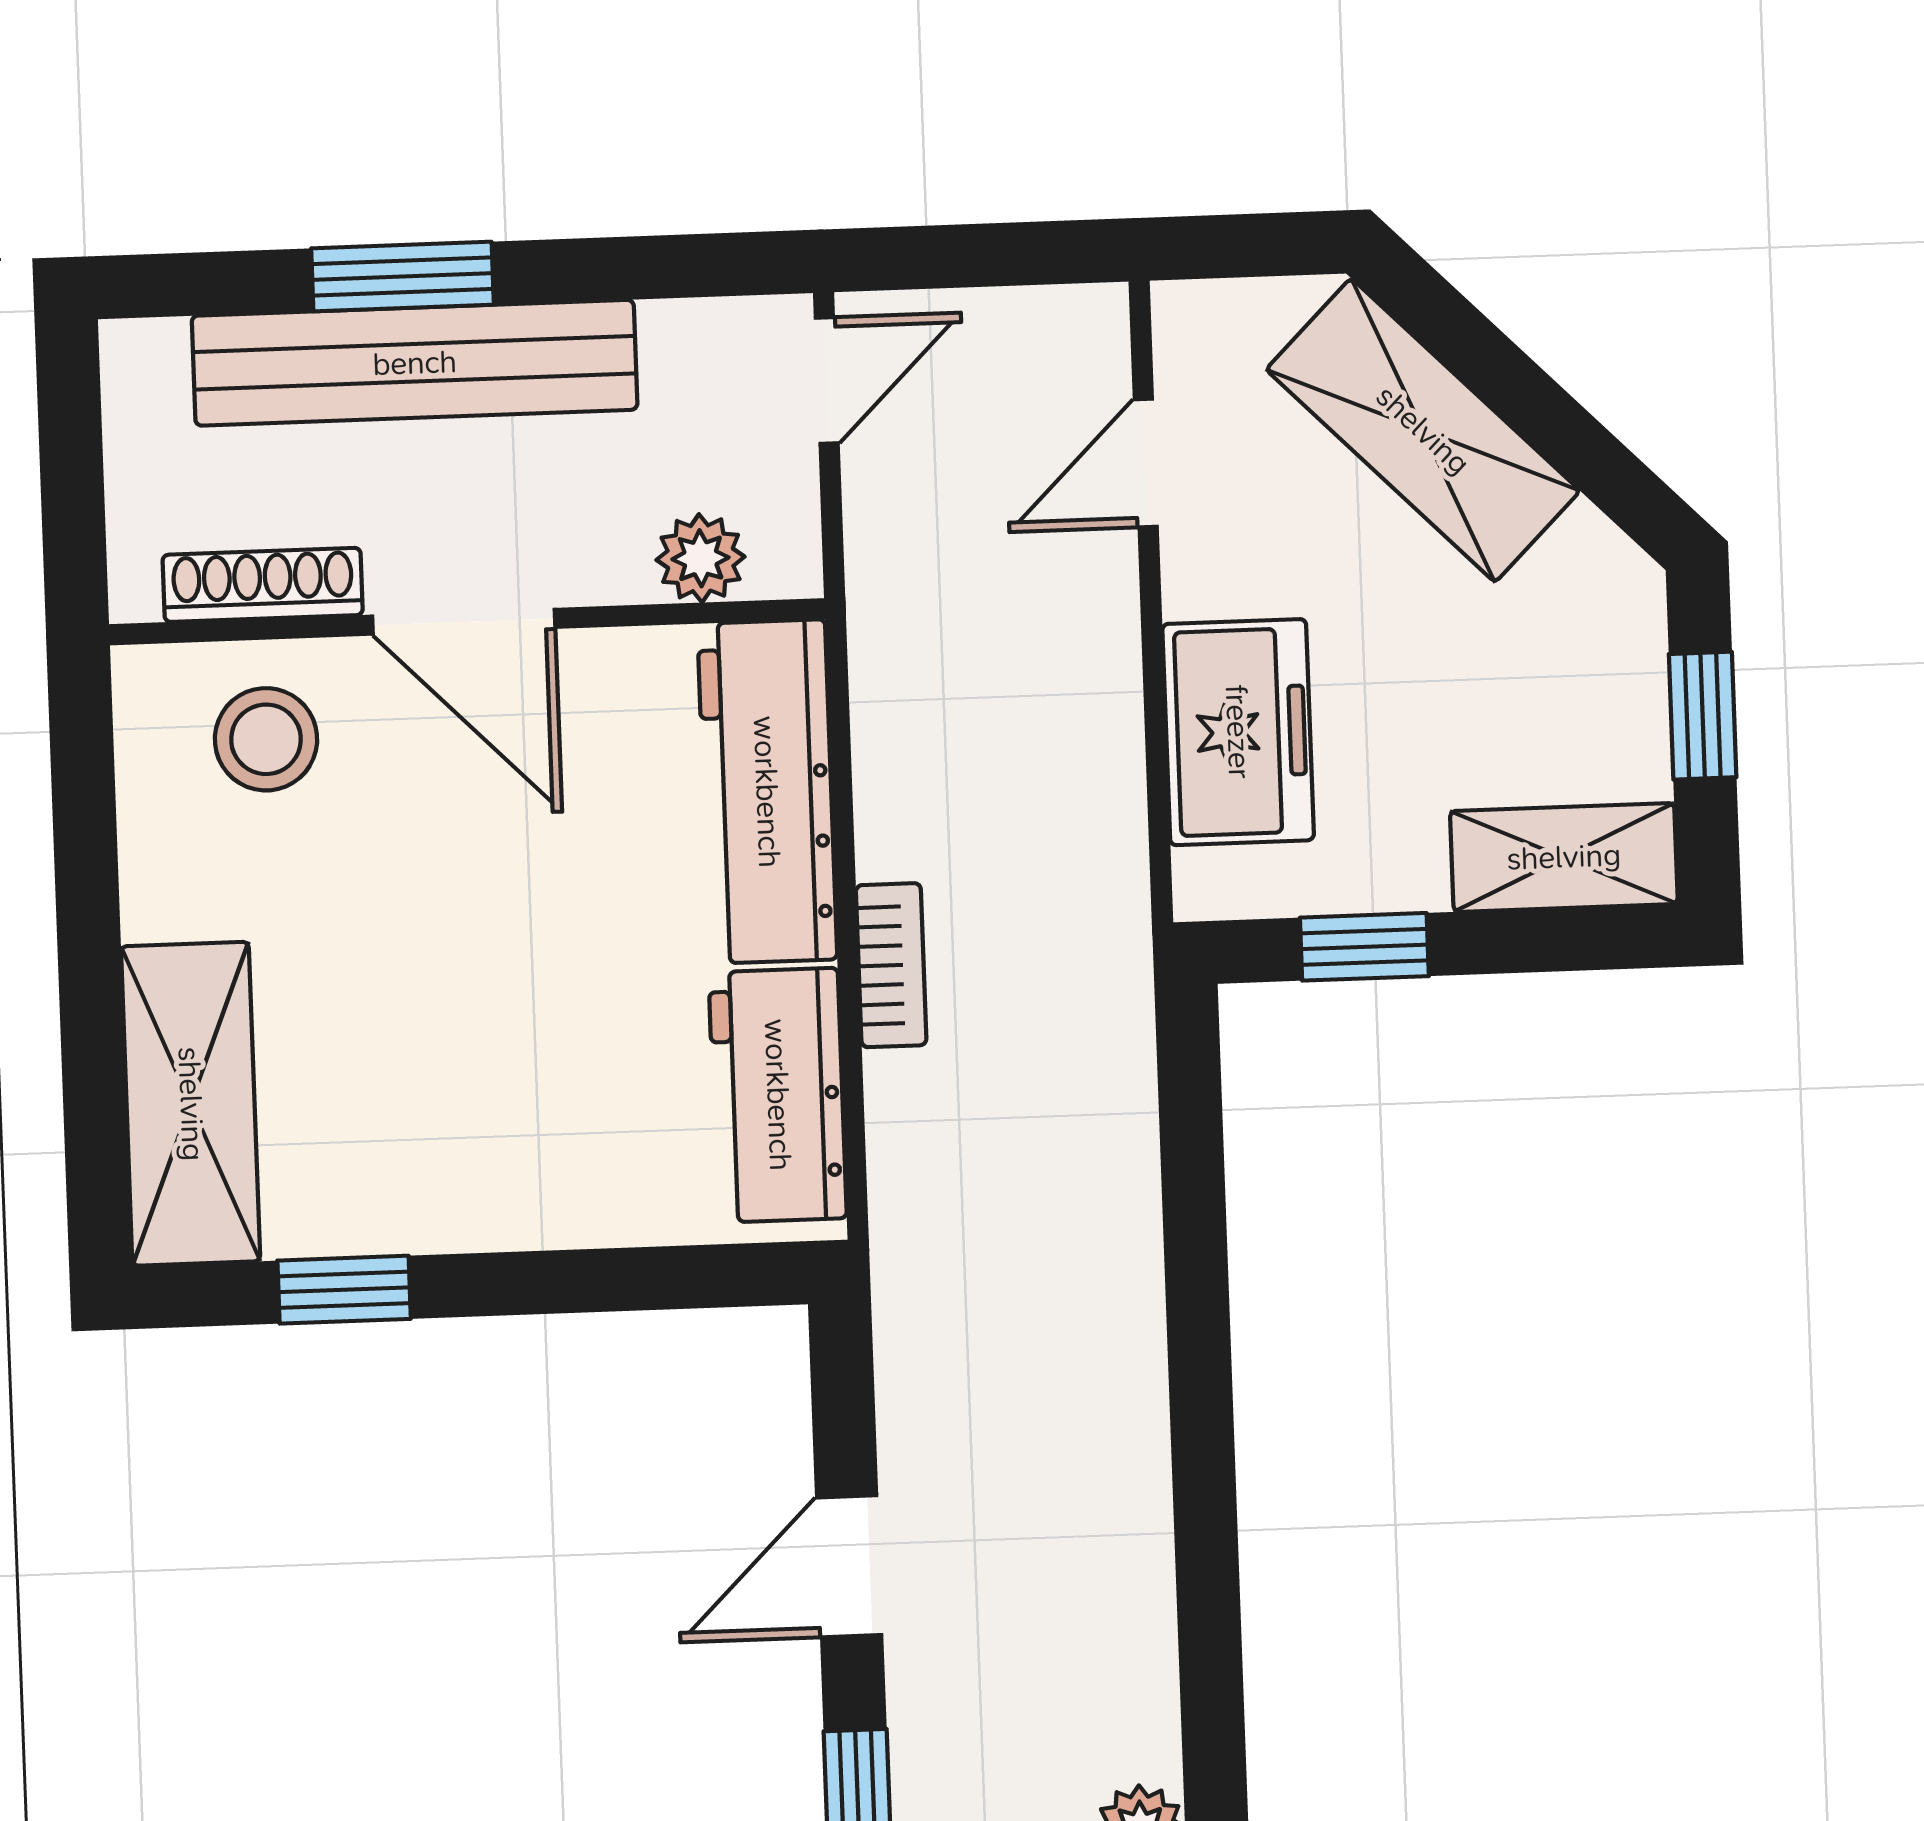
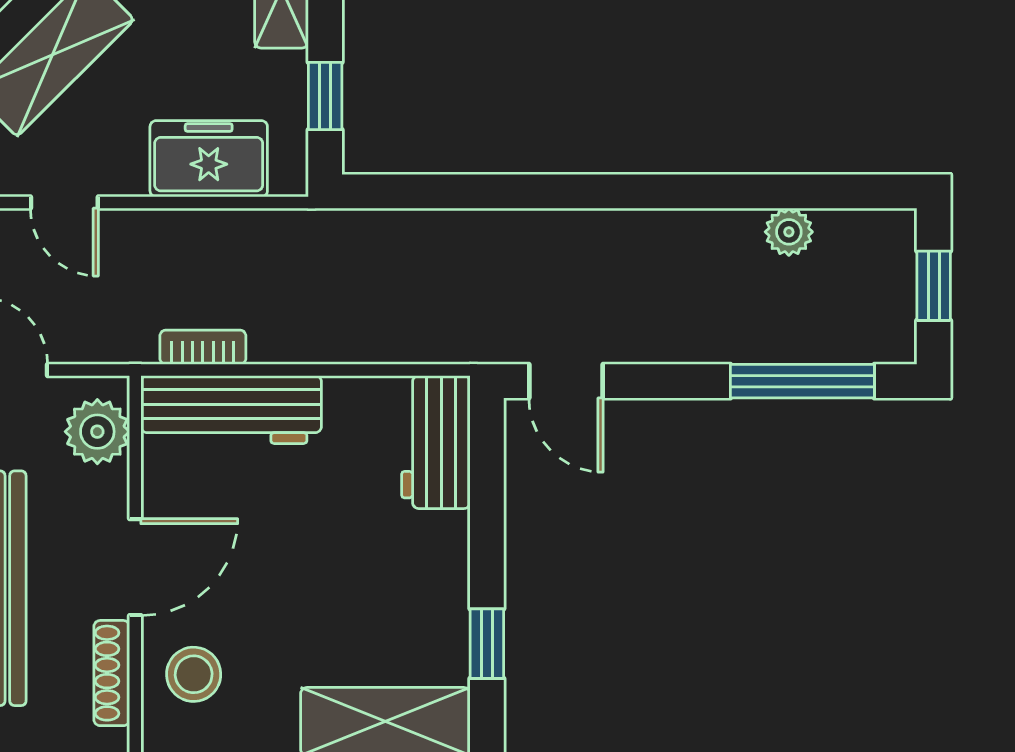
plant: (701, 558) -> (97, 432), width x1.38, depth x1.38
bookcase: (891, 965) -> (203, 347), moved
workbench: (778, 1095) -> (436, 442), moved, turned 90
door: (849, 1566) -> (566, 381), moved

